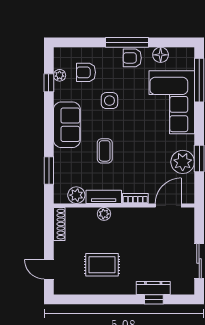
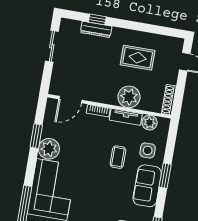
side table: (109, 101) -> (148, 150), moved
plant: (183, 162) -> (49, 149), moved
window: (49, 170) -> (165, 176), moved
plant: (104, 214) -> (129, 97), width x1.88, depth x1.88

